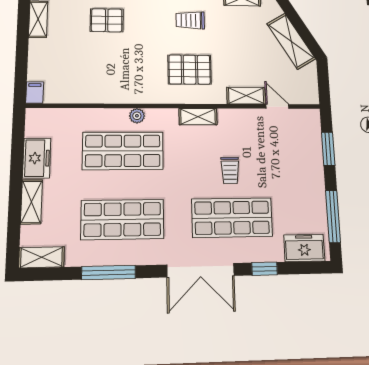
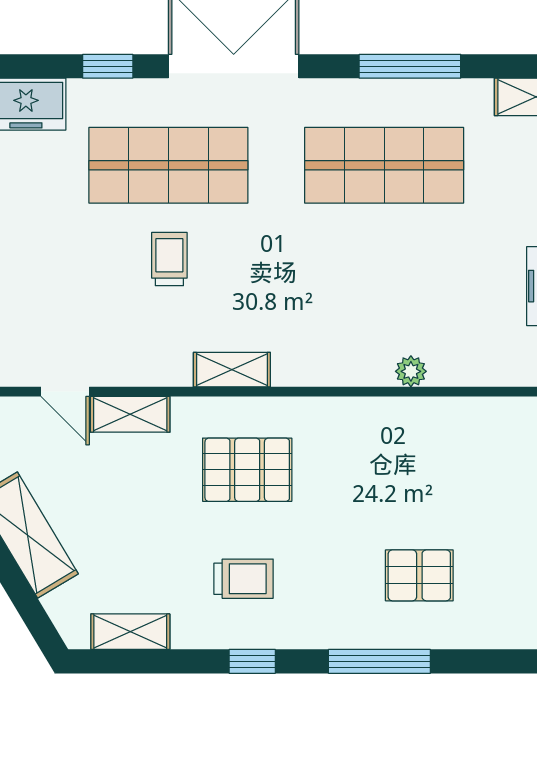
plant: (137, 116) -> (411, 371), moved
shop shelf: (123, 151) -> (384, 300), removed

